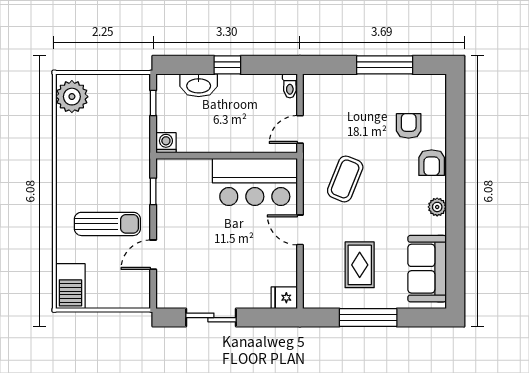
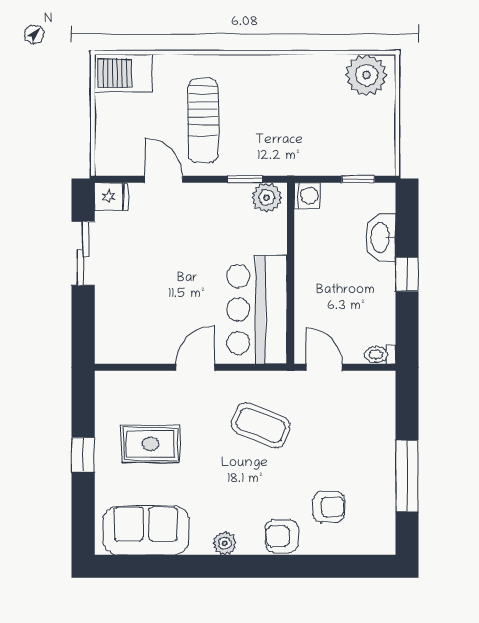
plant: (168, 174) -> (267, 198), added
fridge: (284, 298) -> (111, 197), moved, turned 90
window: (368, 318) -> (83, 455), width x0.46

